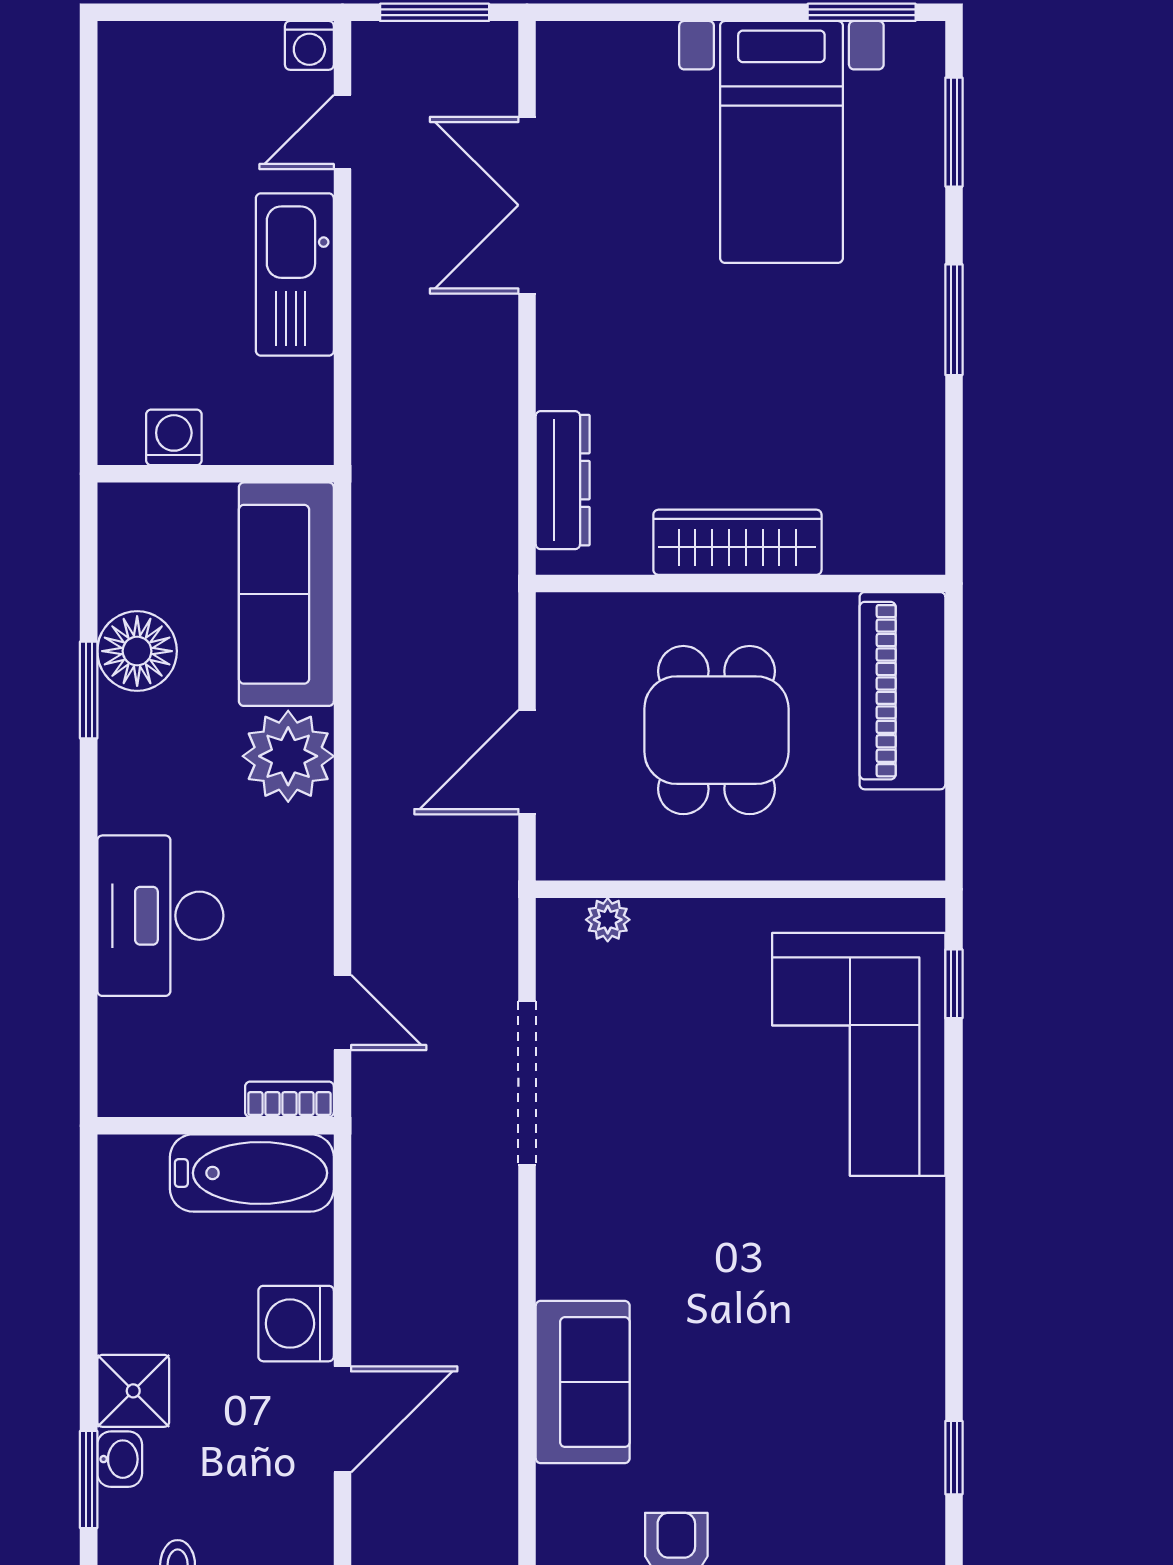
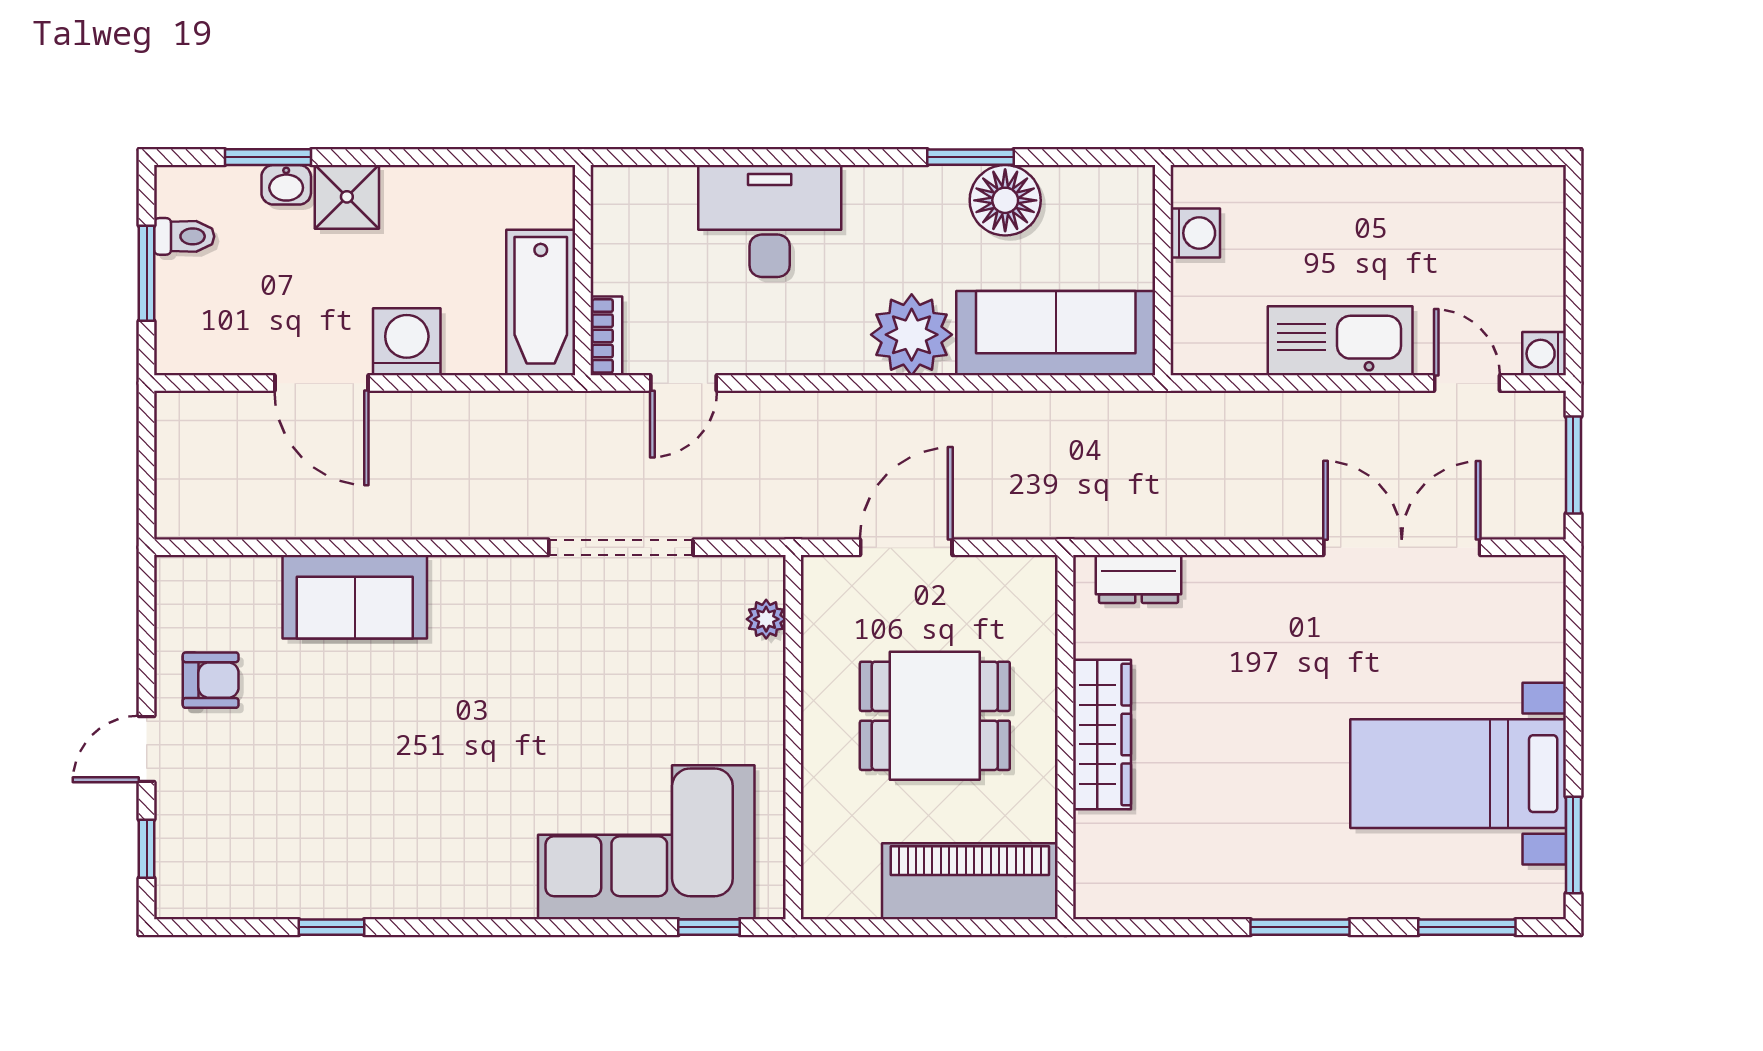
dresser: (563, 480) -> (1139, 579), width x0.70
door: (527, 762) -> (906, 547), hinge flipped
window: (954, 1458) -> (332, 927), moved

